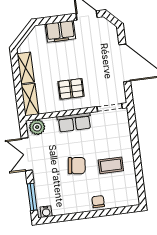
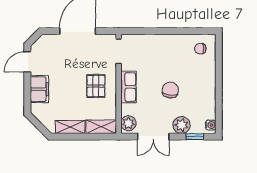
coffee table: (111, 165) -> (174, 57), removed
plant: (42, 182) -> (182, 125), added
window: (32, 197) -> (195, 137), width x0.67
chair: (98, 202) -> (200, 49), moved

